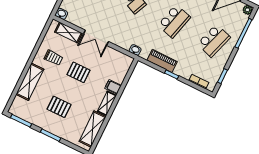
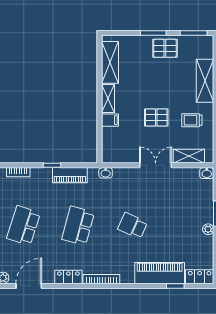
pallet: (59, 107) -> (165, 48), moved

